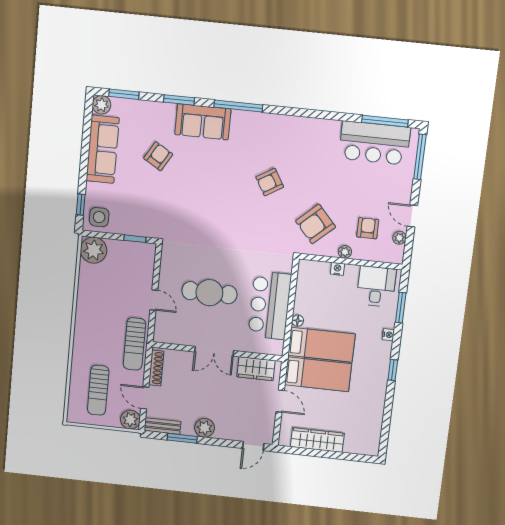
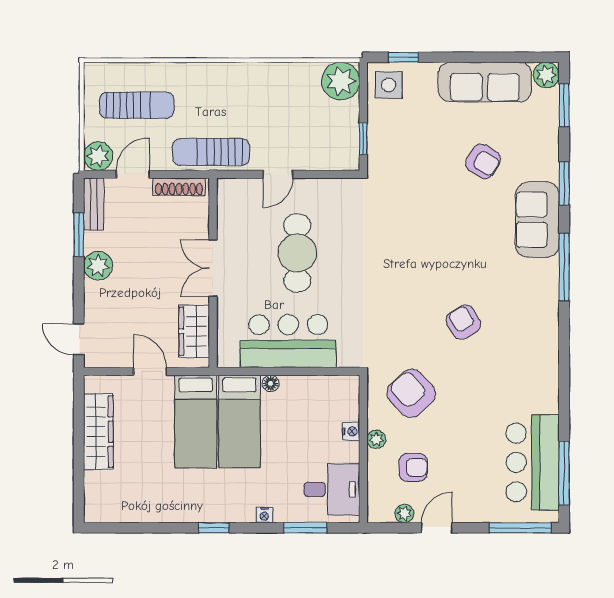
sun lounger: (98, 390) -> (137, 105), turned 180
door: (280, 401) -> (150, 371), swing flipped

